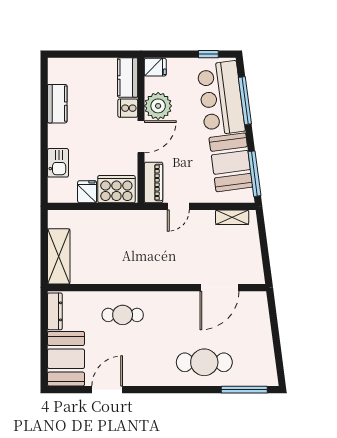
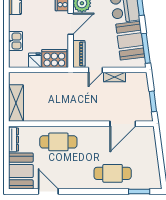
shelving: (232, 217) -> (115, 77), moved
window: (265, 254) -> (153, 101), added
cafe table: (123, 315) -> (58, 142), width x1.37, depth x1.35
door: (107, 390) -> (48, 191), hinge flipped
window: (244, 390) -> (139, 191), width x0.69

